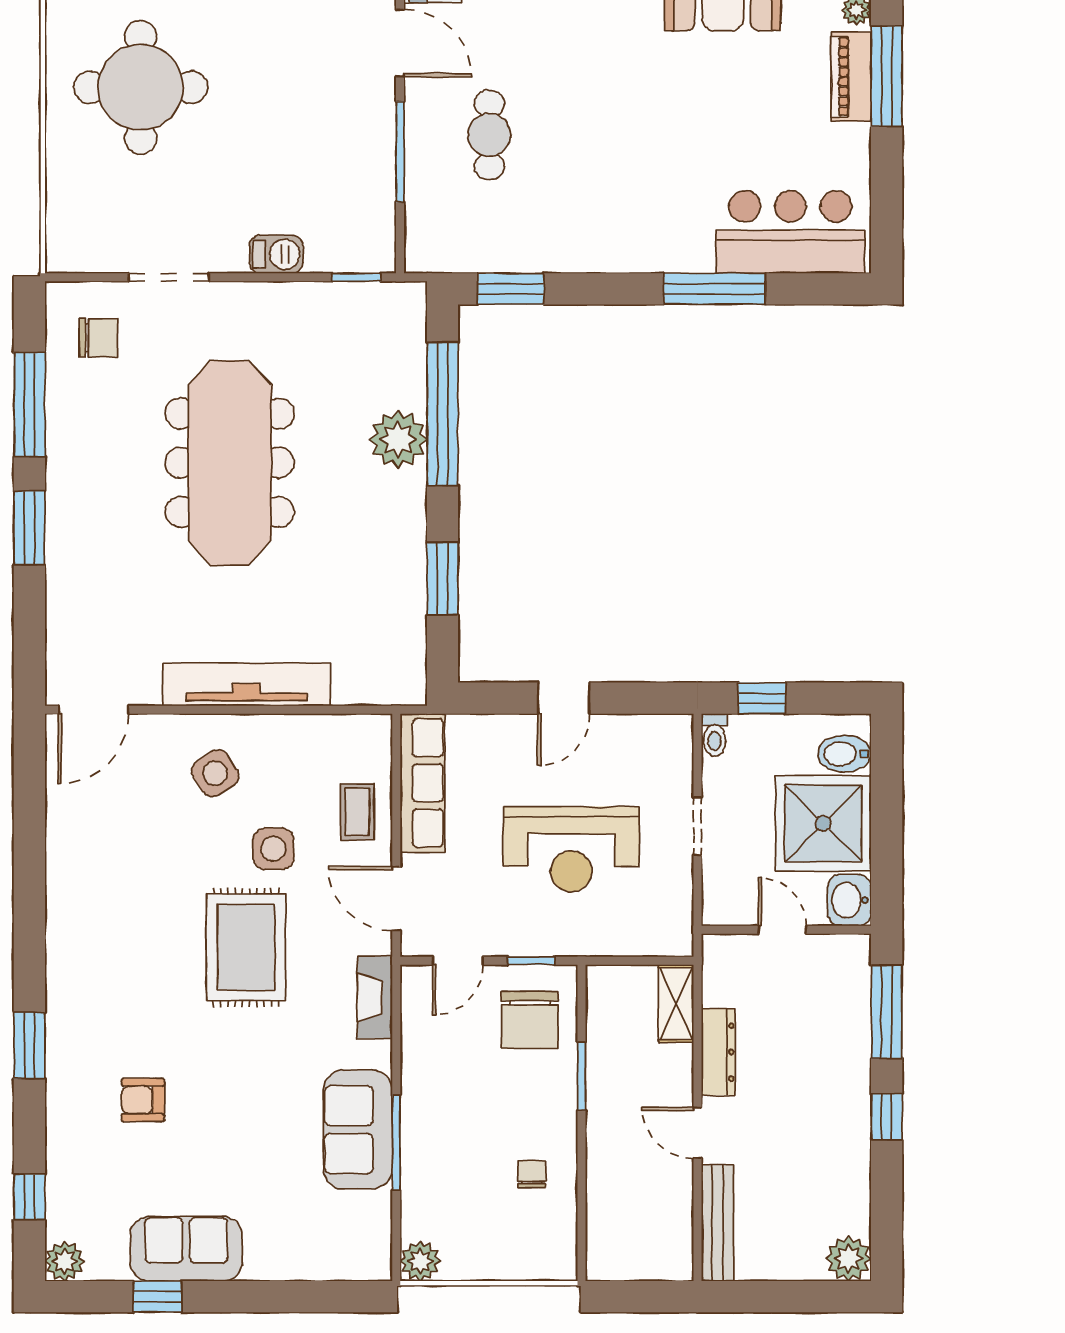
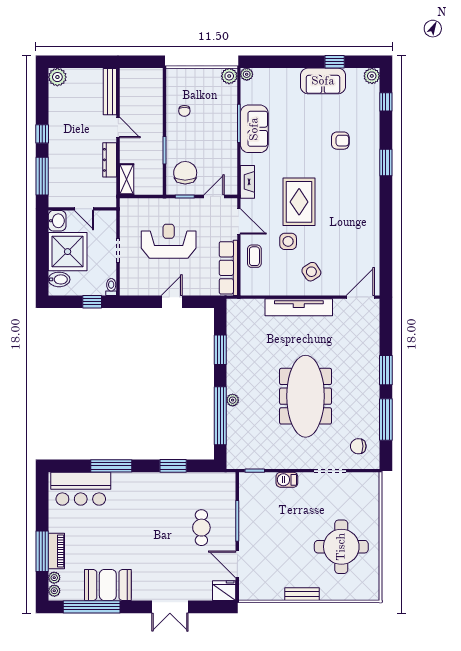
window: (511, 289) -> (173, 466), moved
plant: (398, 440) -> (233, 400), width x0.53, depth x0.53
plant: (377, 1266) -> (247, 74), added

